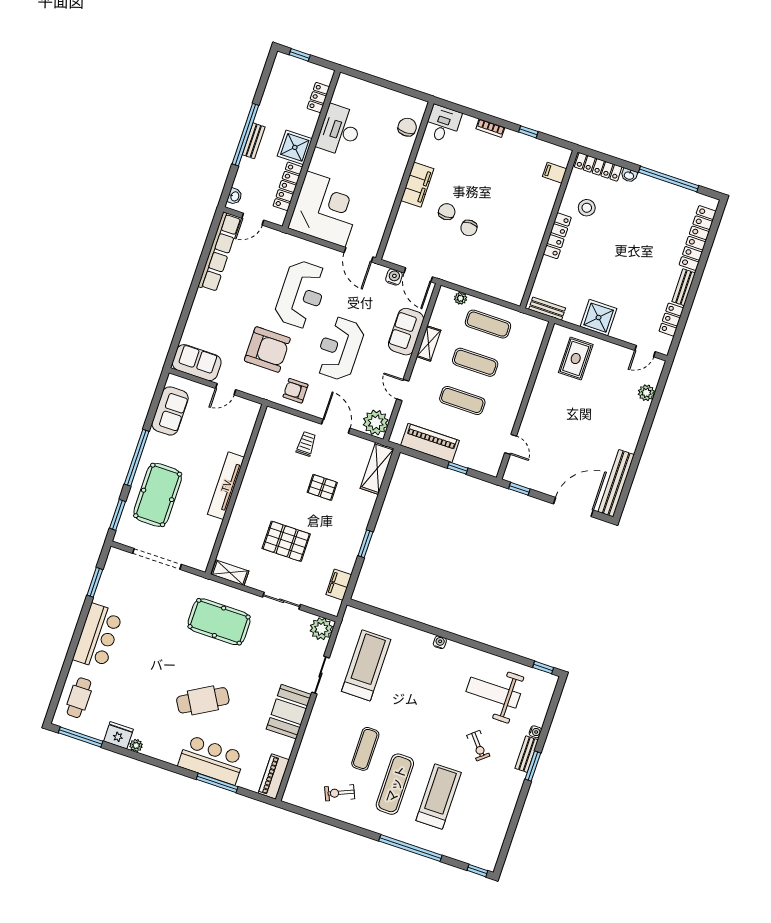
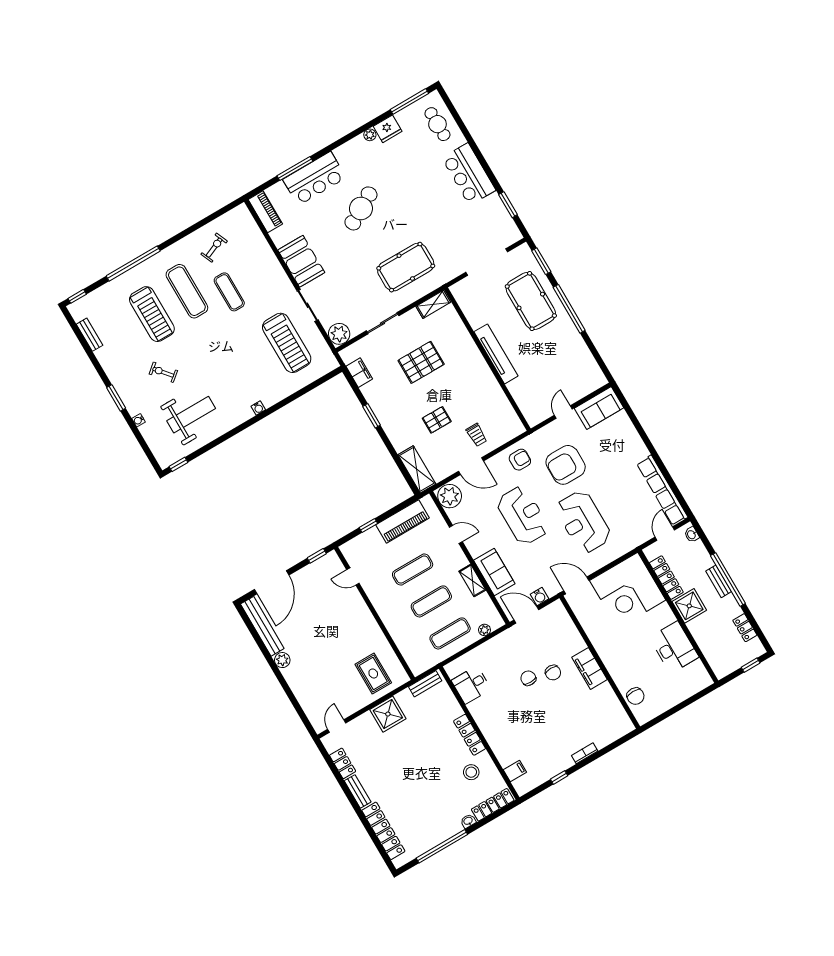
locker: (318, 98) -> (745, 628), moved, turned 180
desk: (443, 124) -> (471, 685), moved, turned 90
plant: (646, 393) -> (282, 660), moved
sofa: (170, 411) -> (582, 360), removed
bench: (527, 754) -> (90, 335), moved

